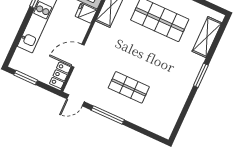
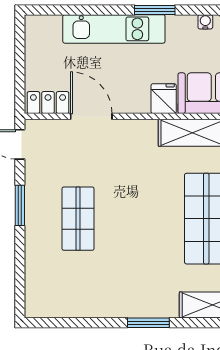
window: (26, 78) -> (20, 50), removed
window: (108, 115) -> (20, 205), width x0.69

